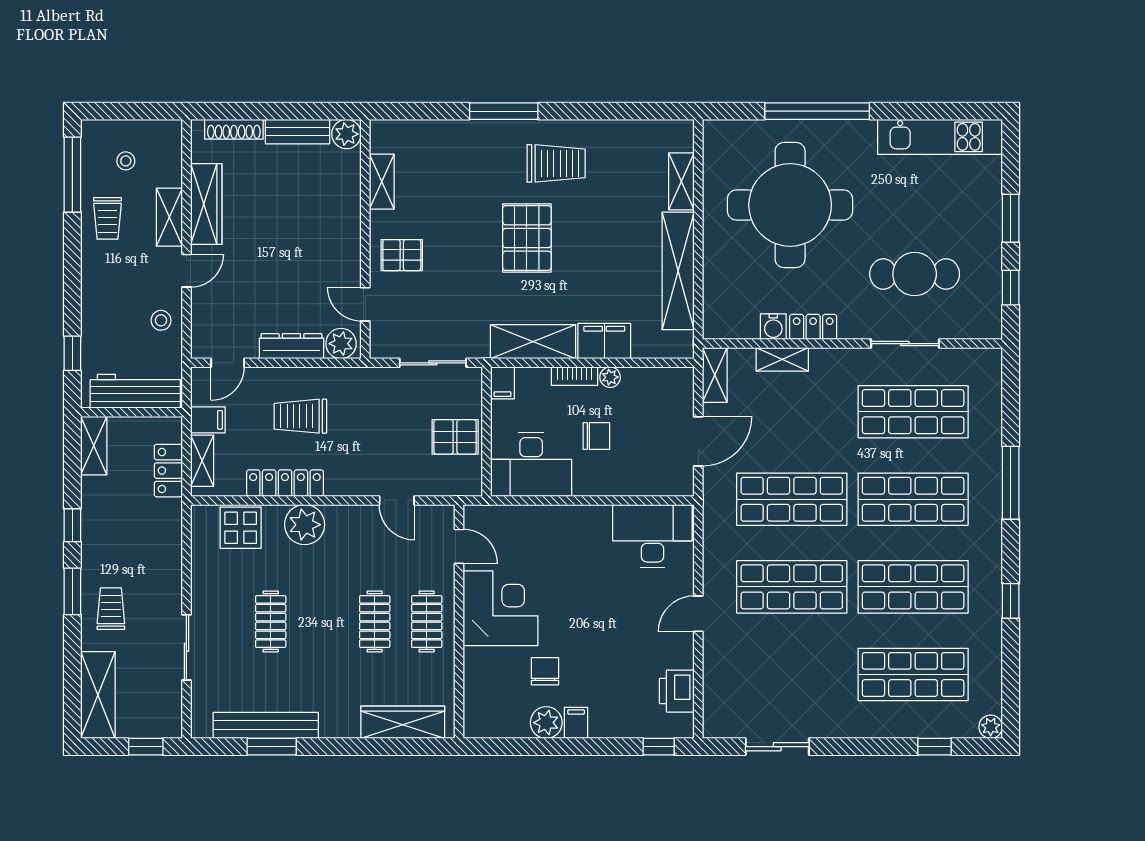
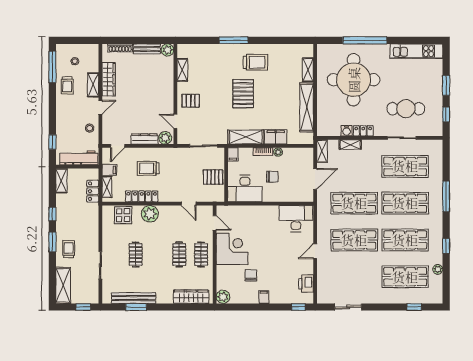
plant: (546, 723) -> (223, 297), moved
plant: (991, 727) -> (438, 269), moved

